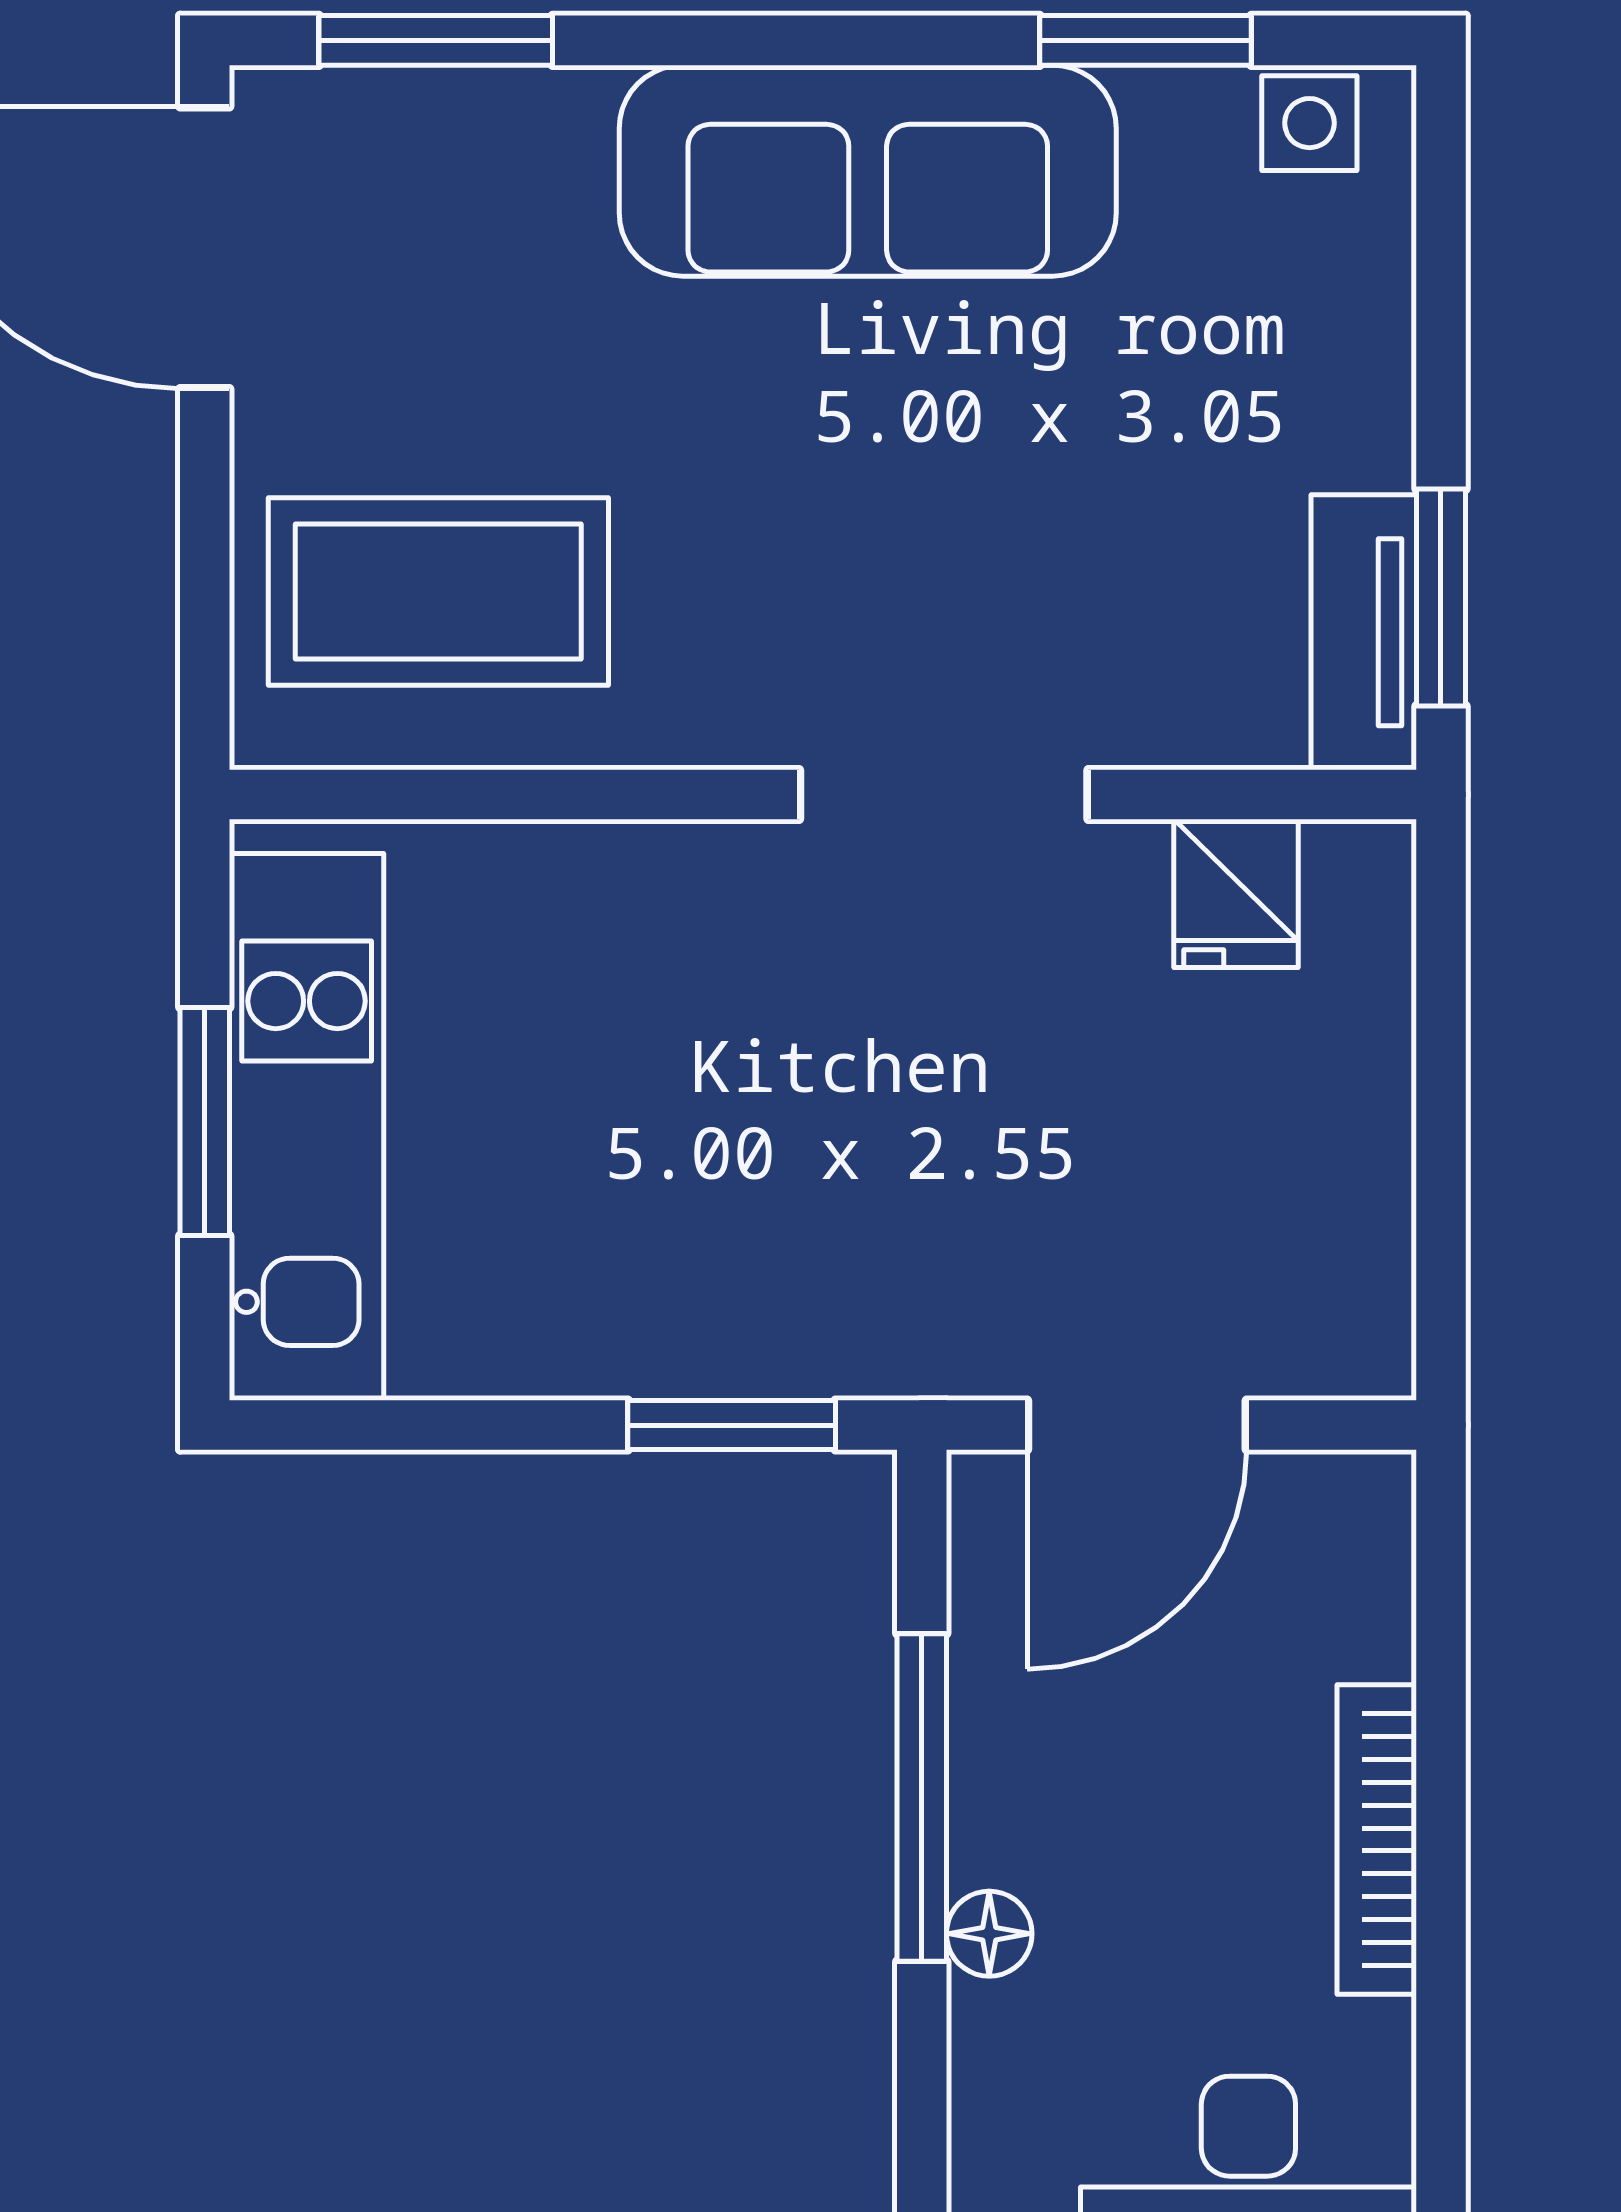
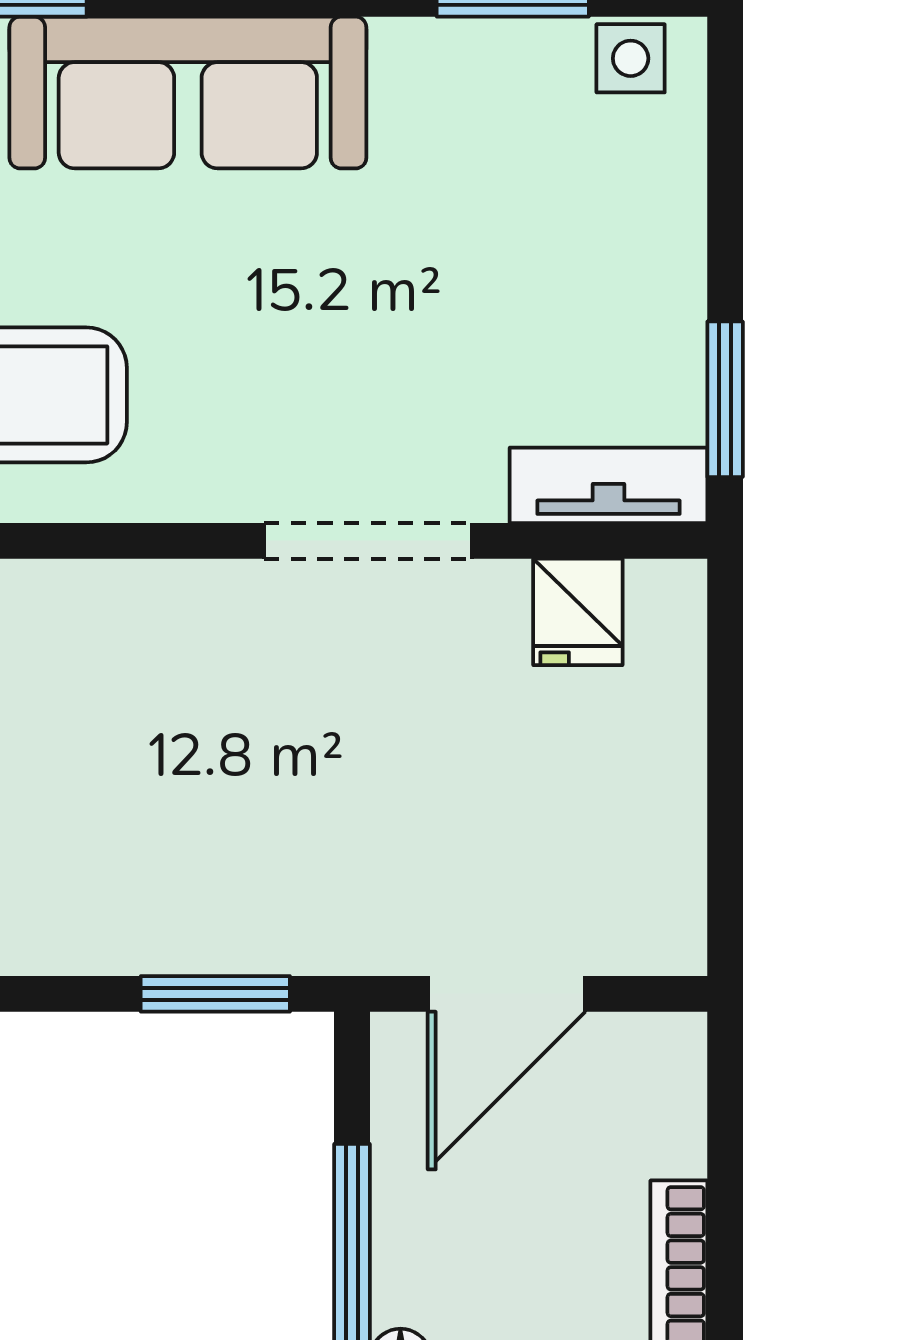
sofa: (868, 171) -> (188, 93), moved
tv unit: (1364, 632) -> (609, 485), moved, turned 90

